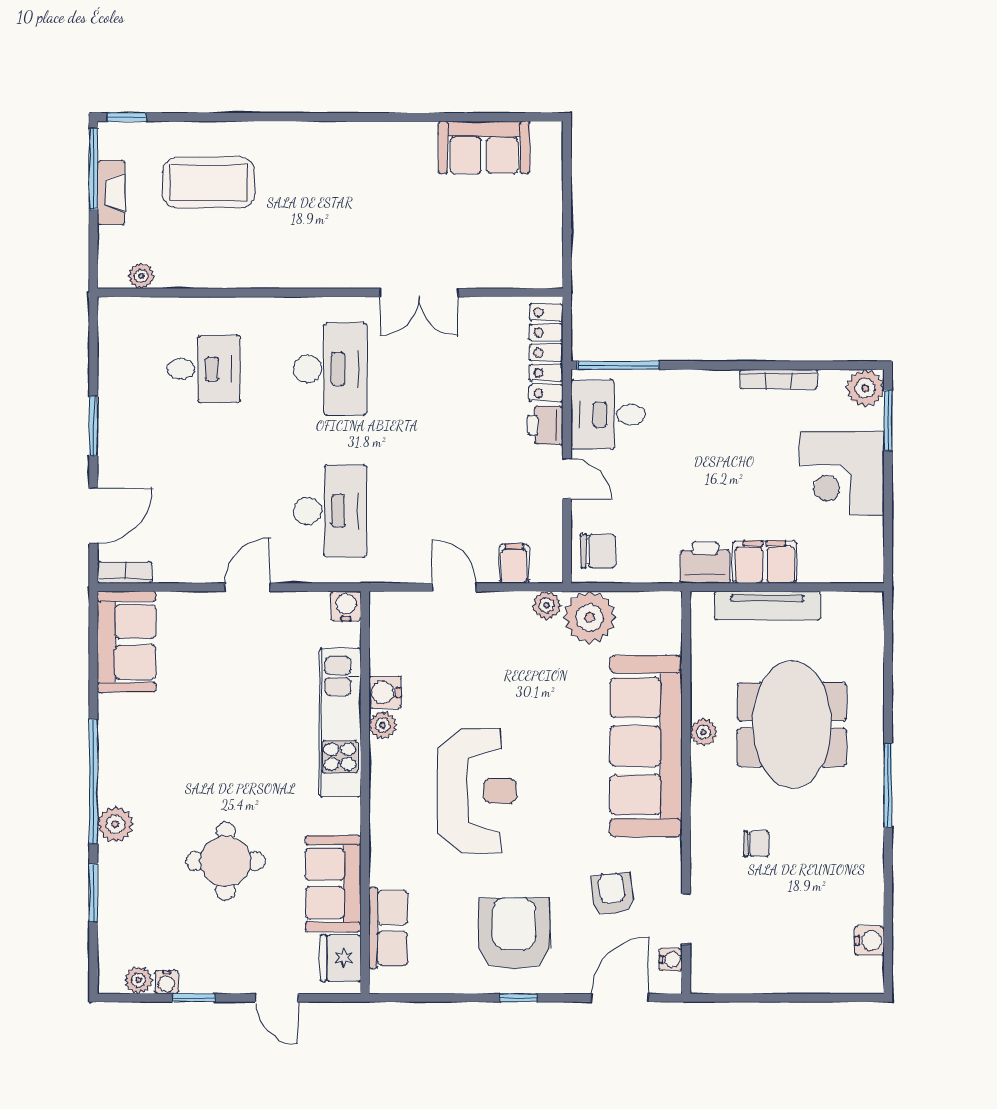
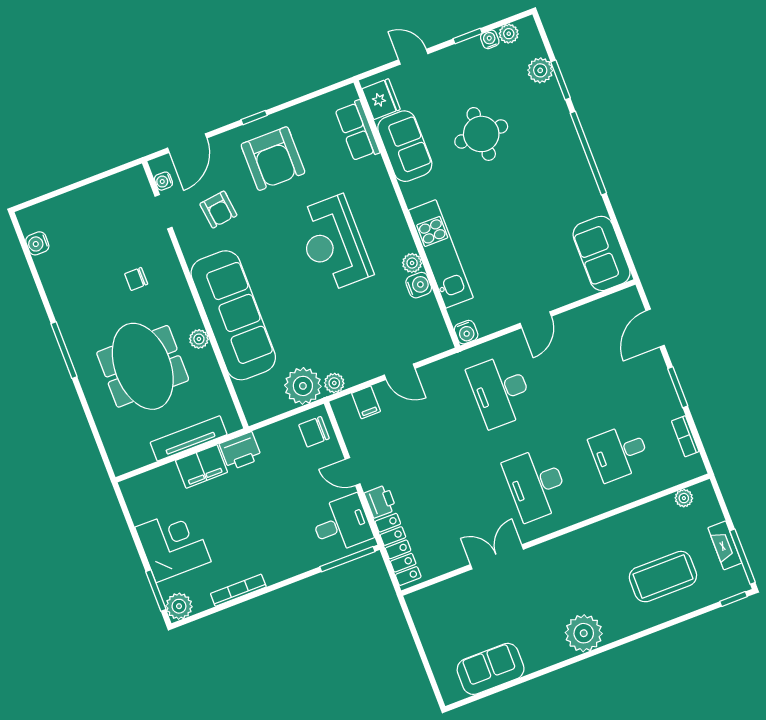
plant: (342, 148) -> (584, 633), added
bookcase: (125, 572) -> (685, 436), moved, turned 90
plant: (115, 824) -> (540, 70), moved

